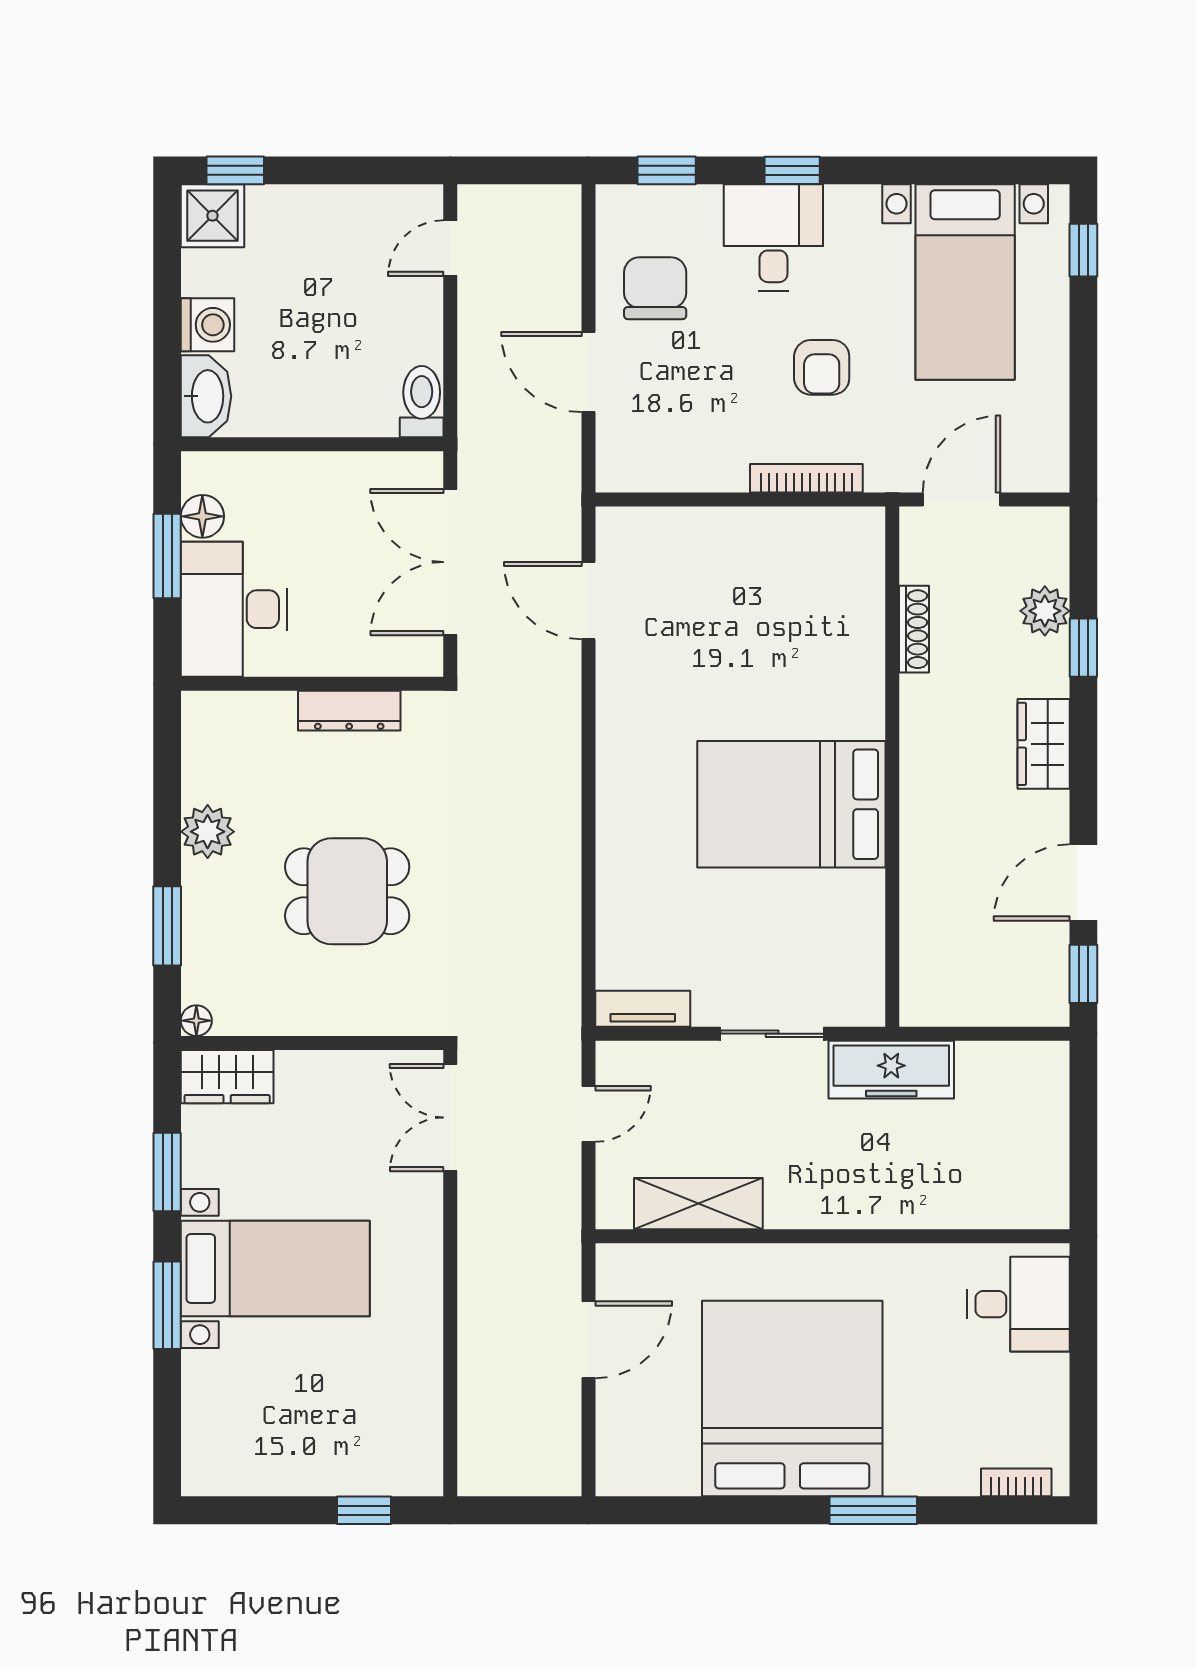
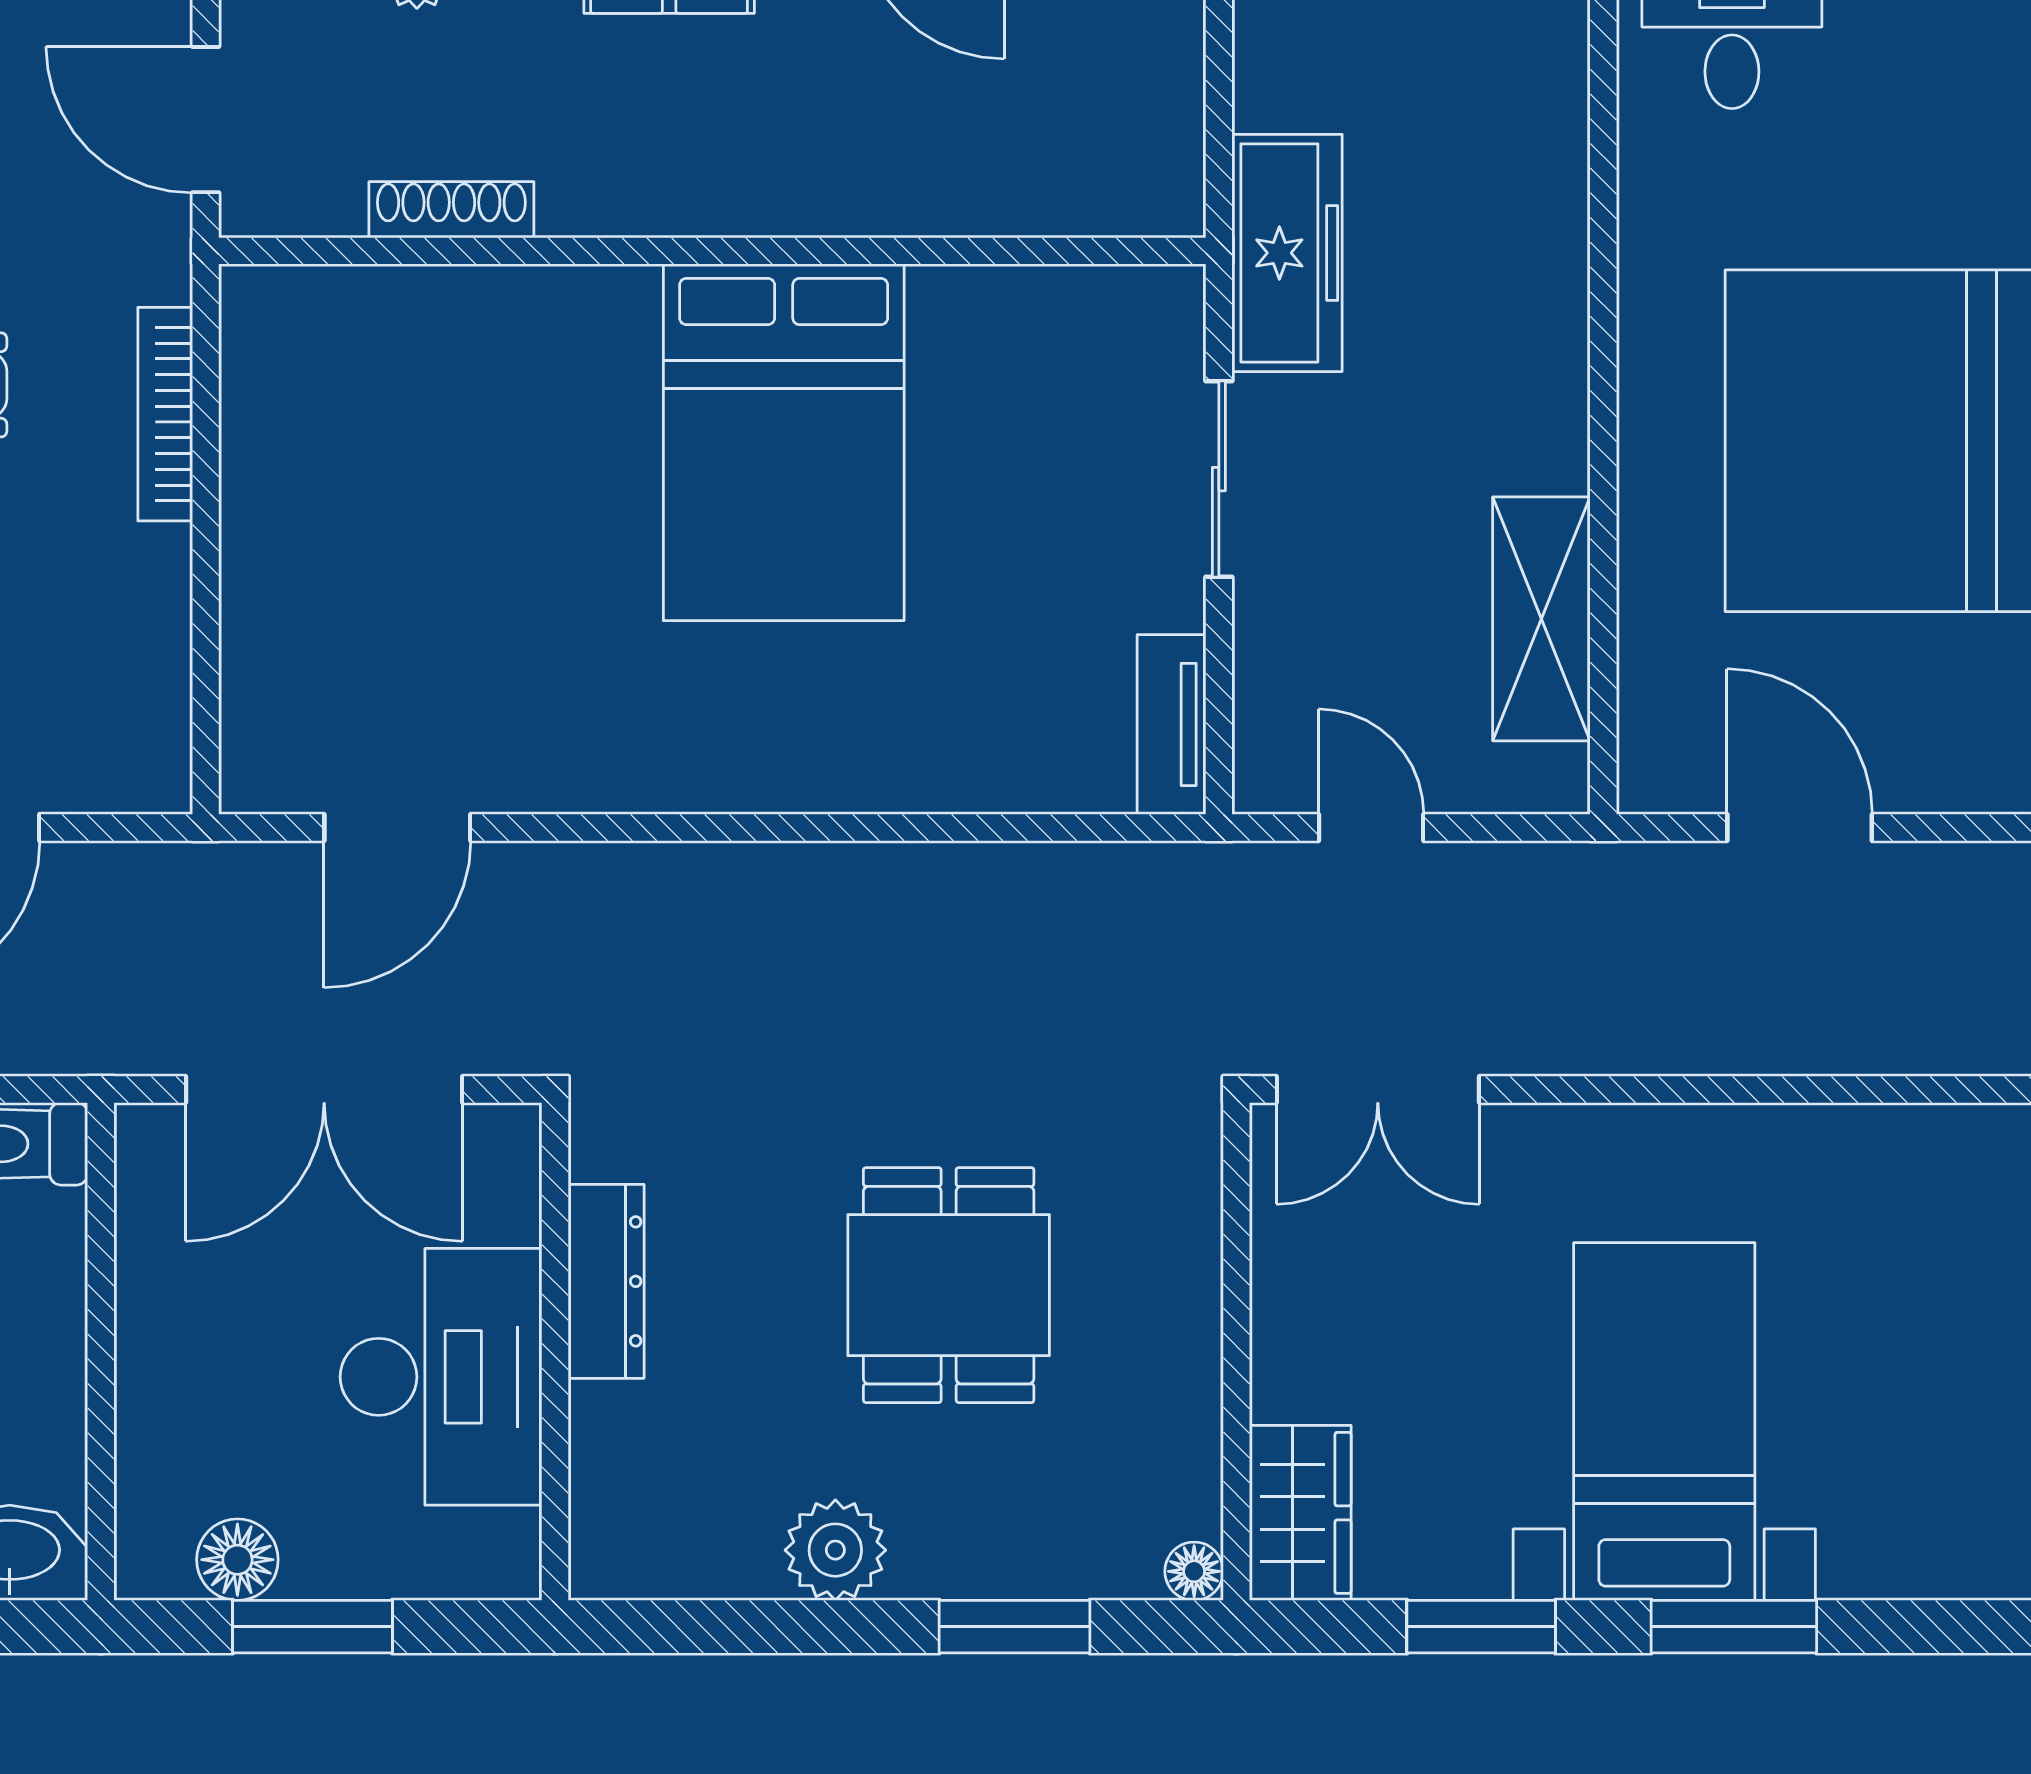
desk: (234, 609) -> (441, 1377), moved, turned -90

